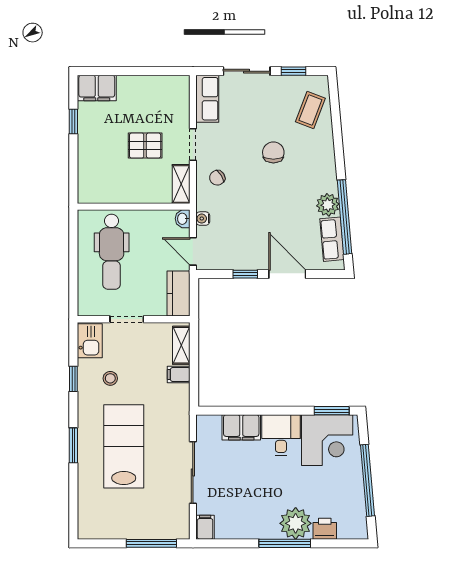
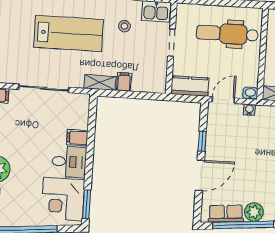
shelving: (181, 345) -> (100, 82), moved
filing cabinet: (241, 427) -> (77, 138), width x0.50

